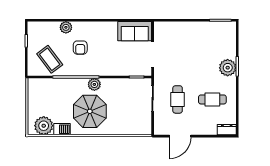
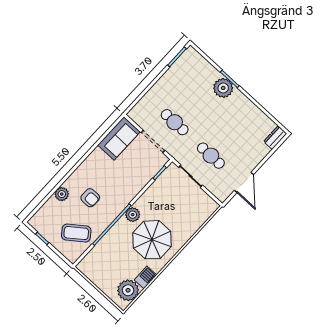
cafe table: (212, 99) -> (175, 122), moved, turned 90

